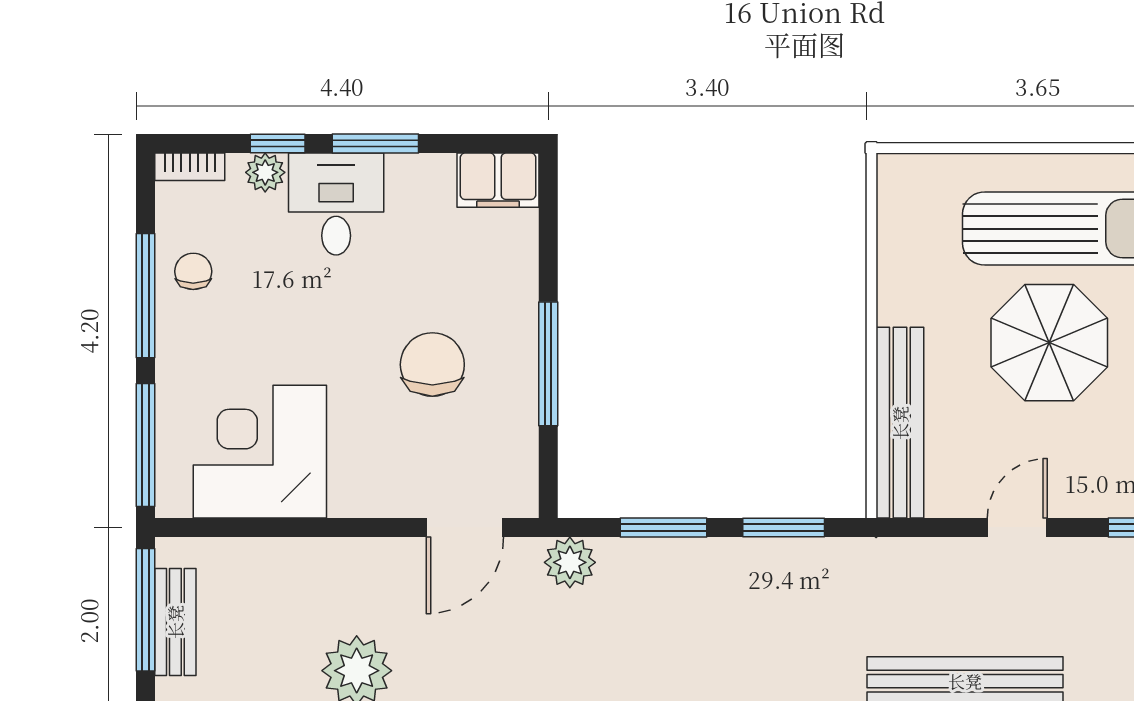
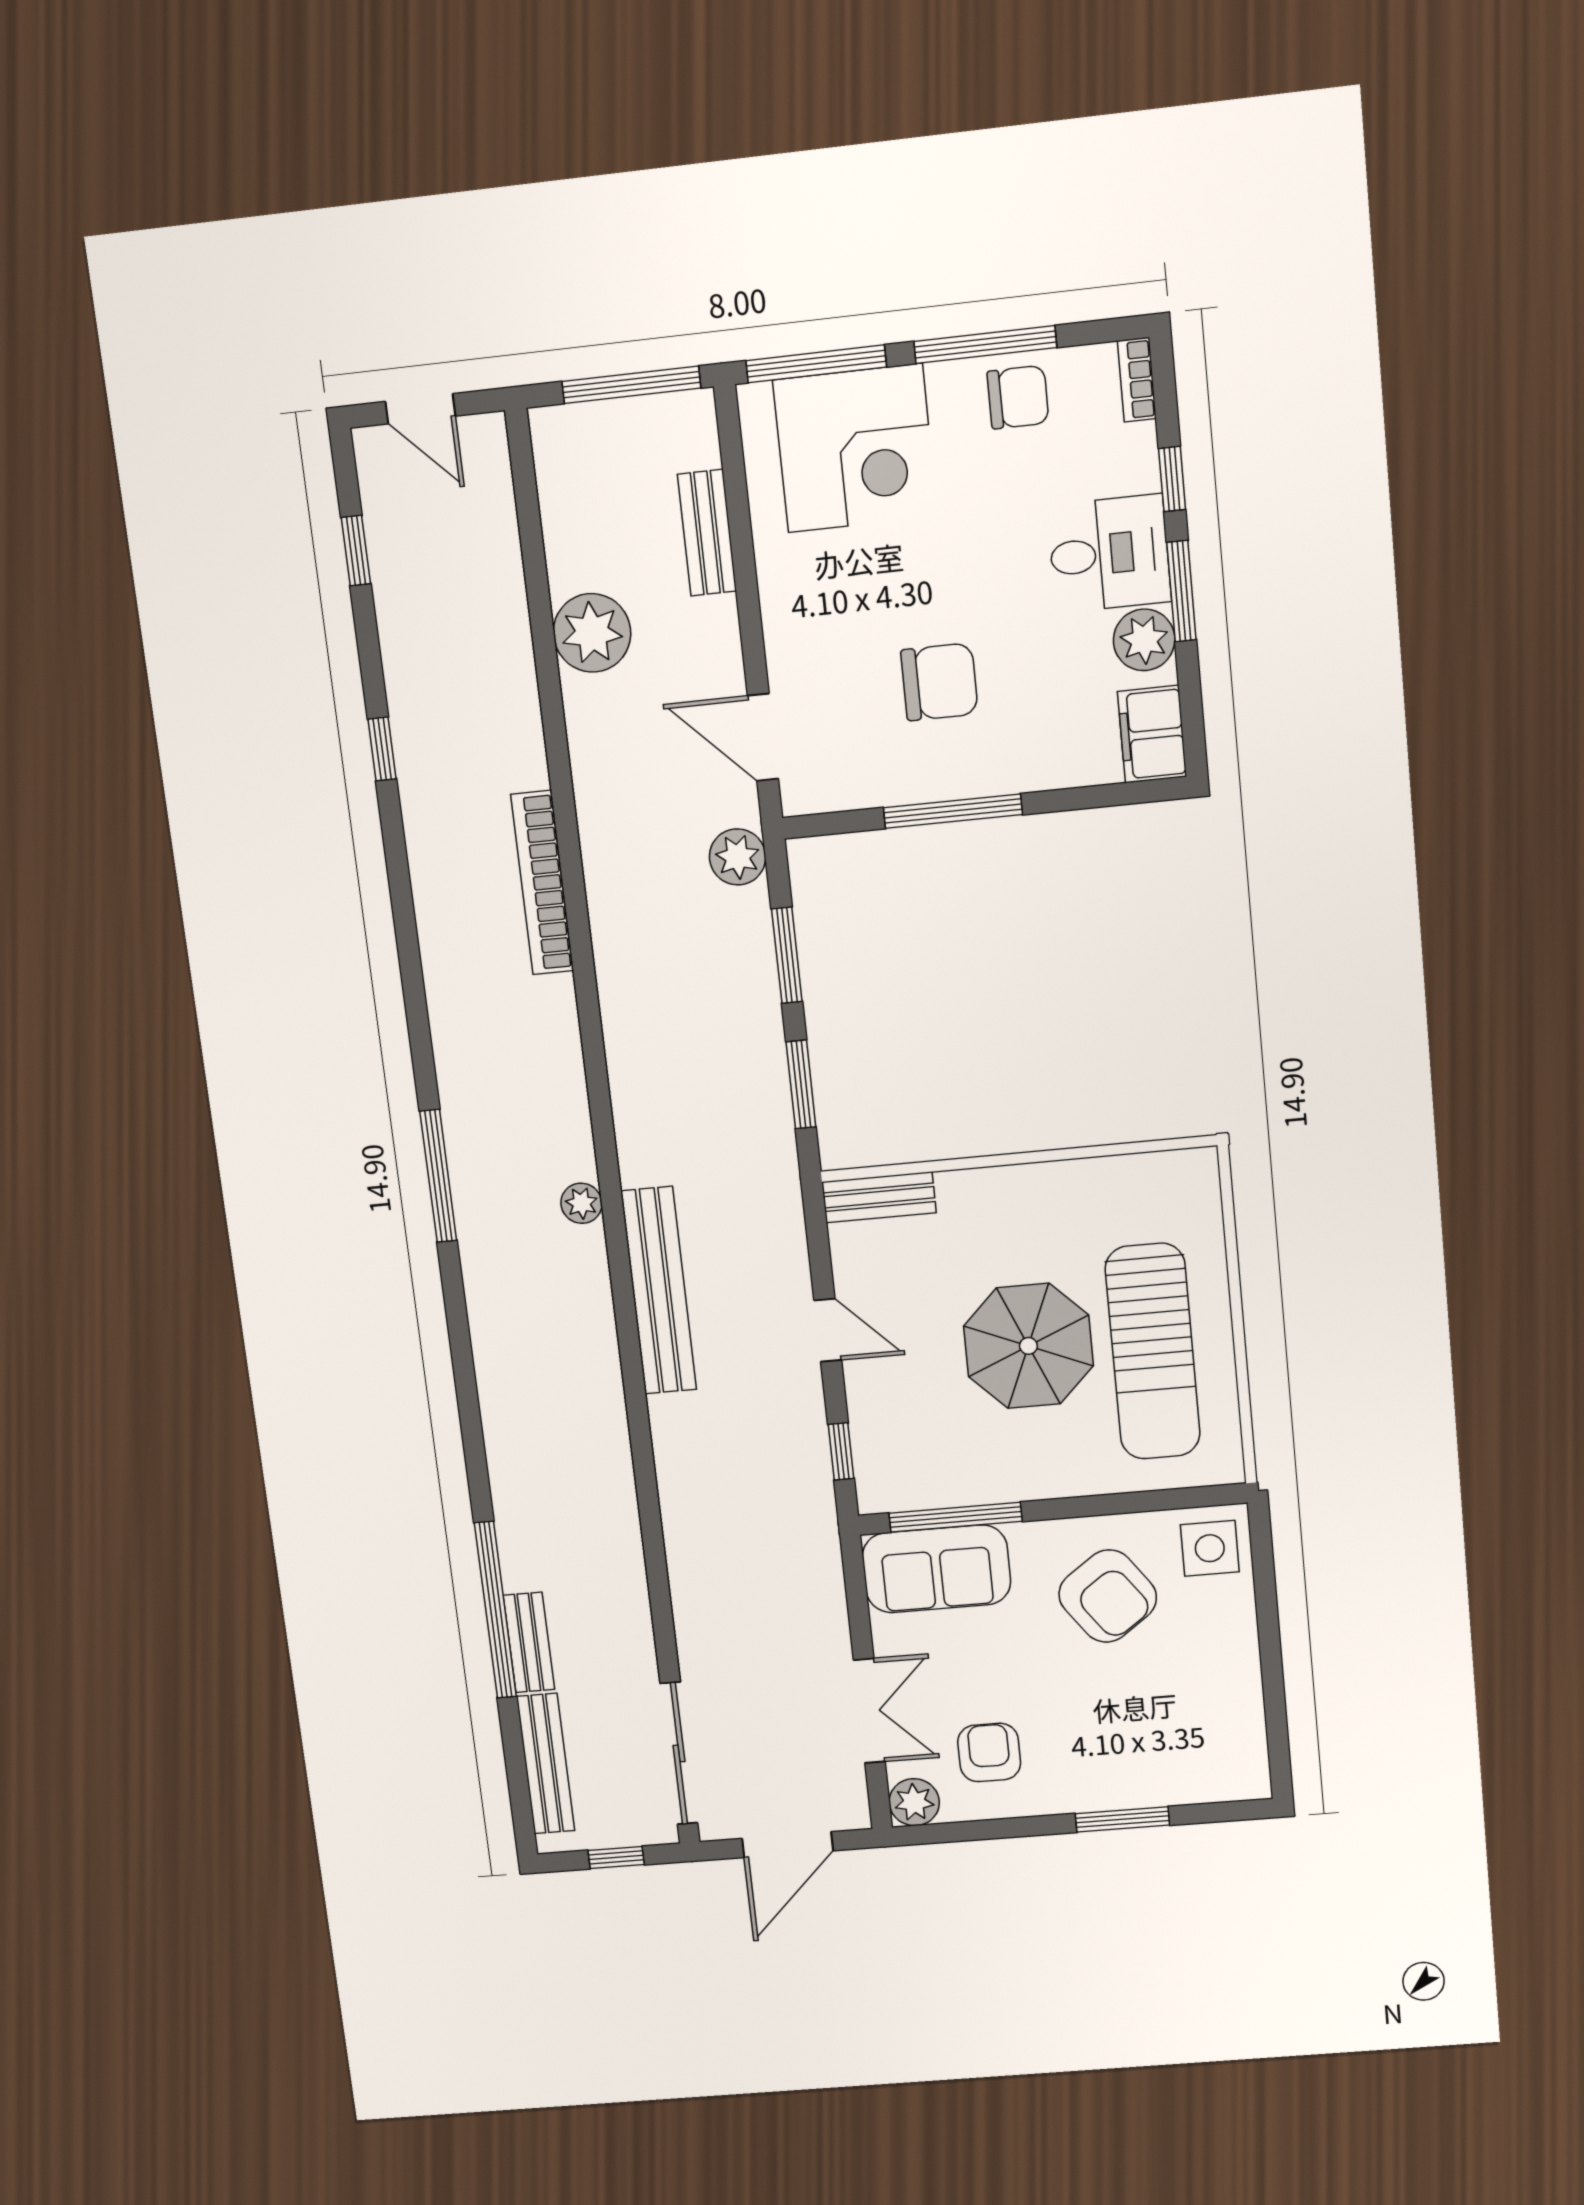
plant: (265, 172) -> (1144, 640), moved, width x1.38, depth x1.38
chair: (193, 271) -> (1018, 397), width x1.37, depth x1.37
bench: (900, 423) -> (879, 1197), width x0.54, depth x0.82
corner desk: (260, 452) -> (855, 448), moved, turned 90
bench: (175, 622) -> (707, 533), moved, turned 90

